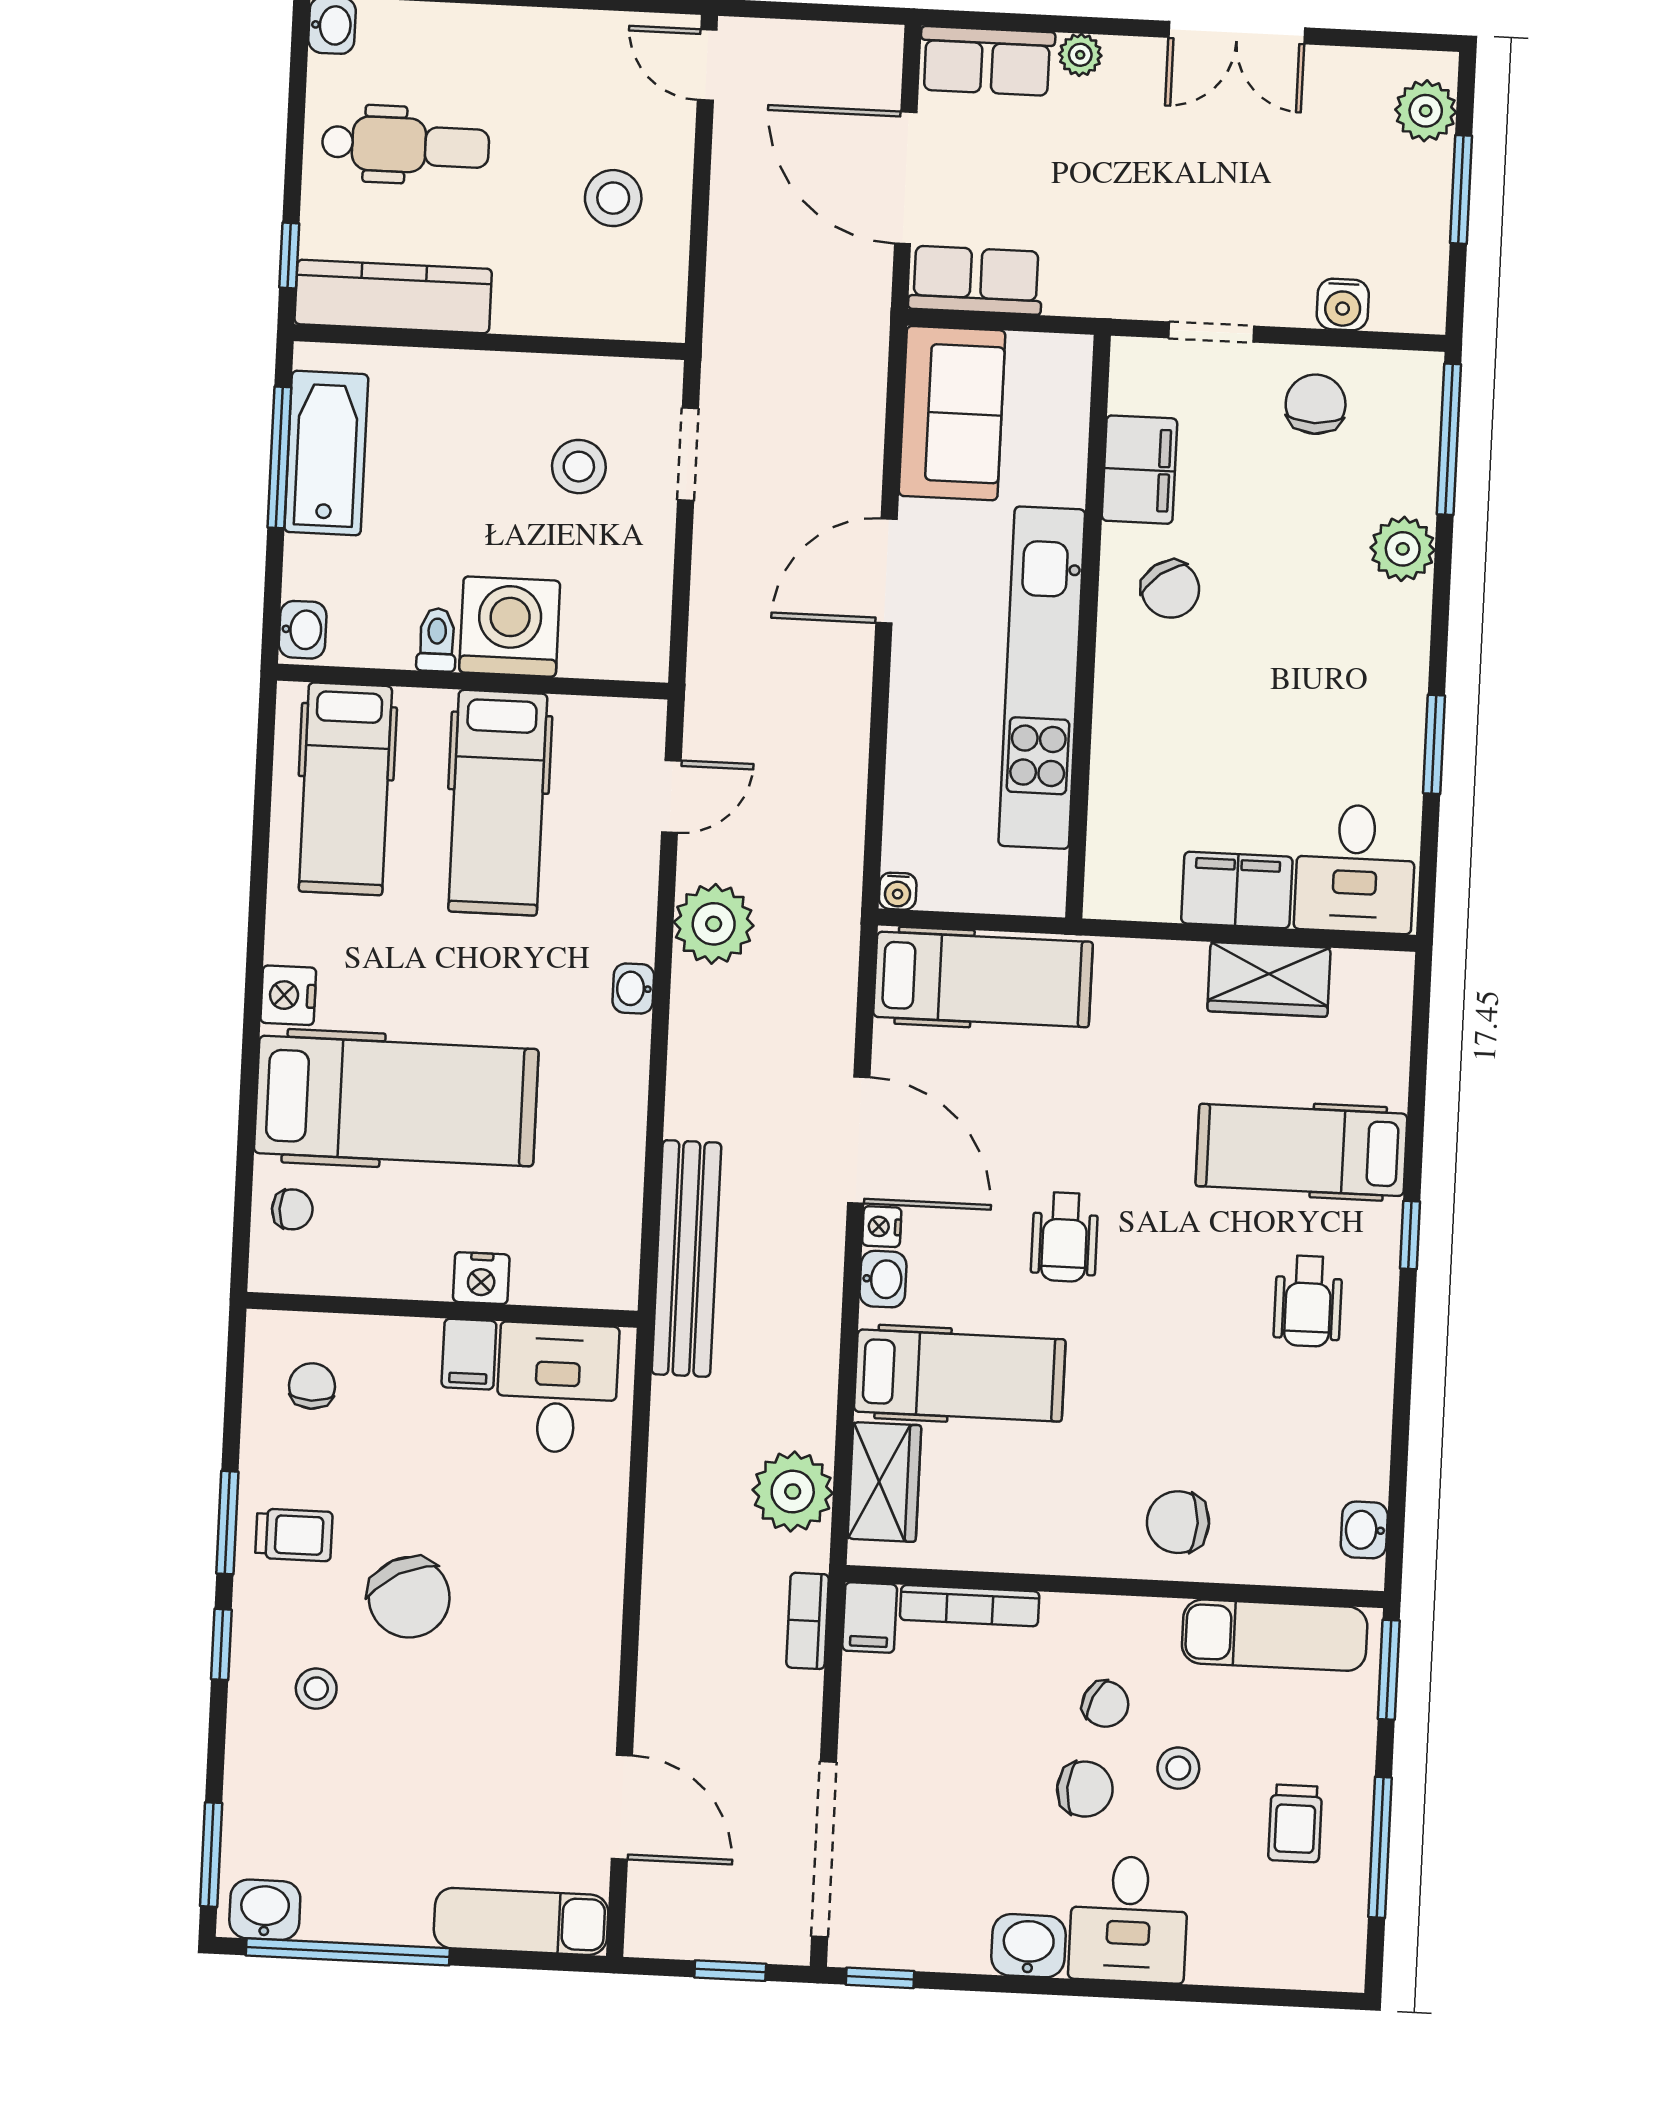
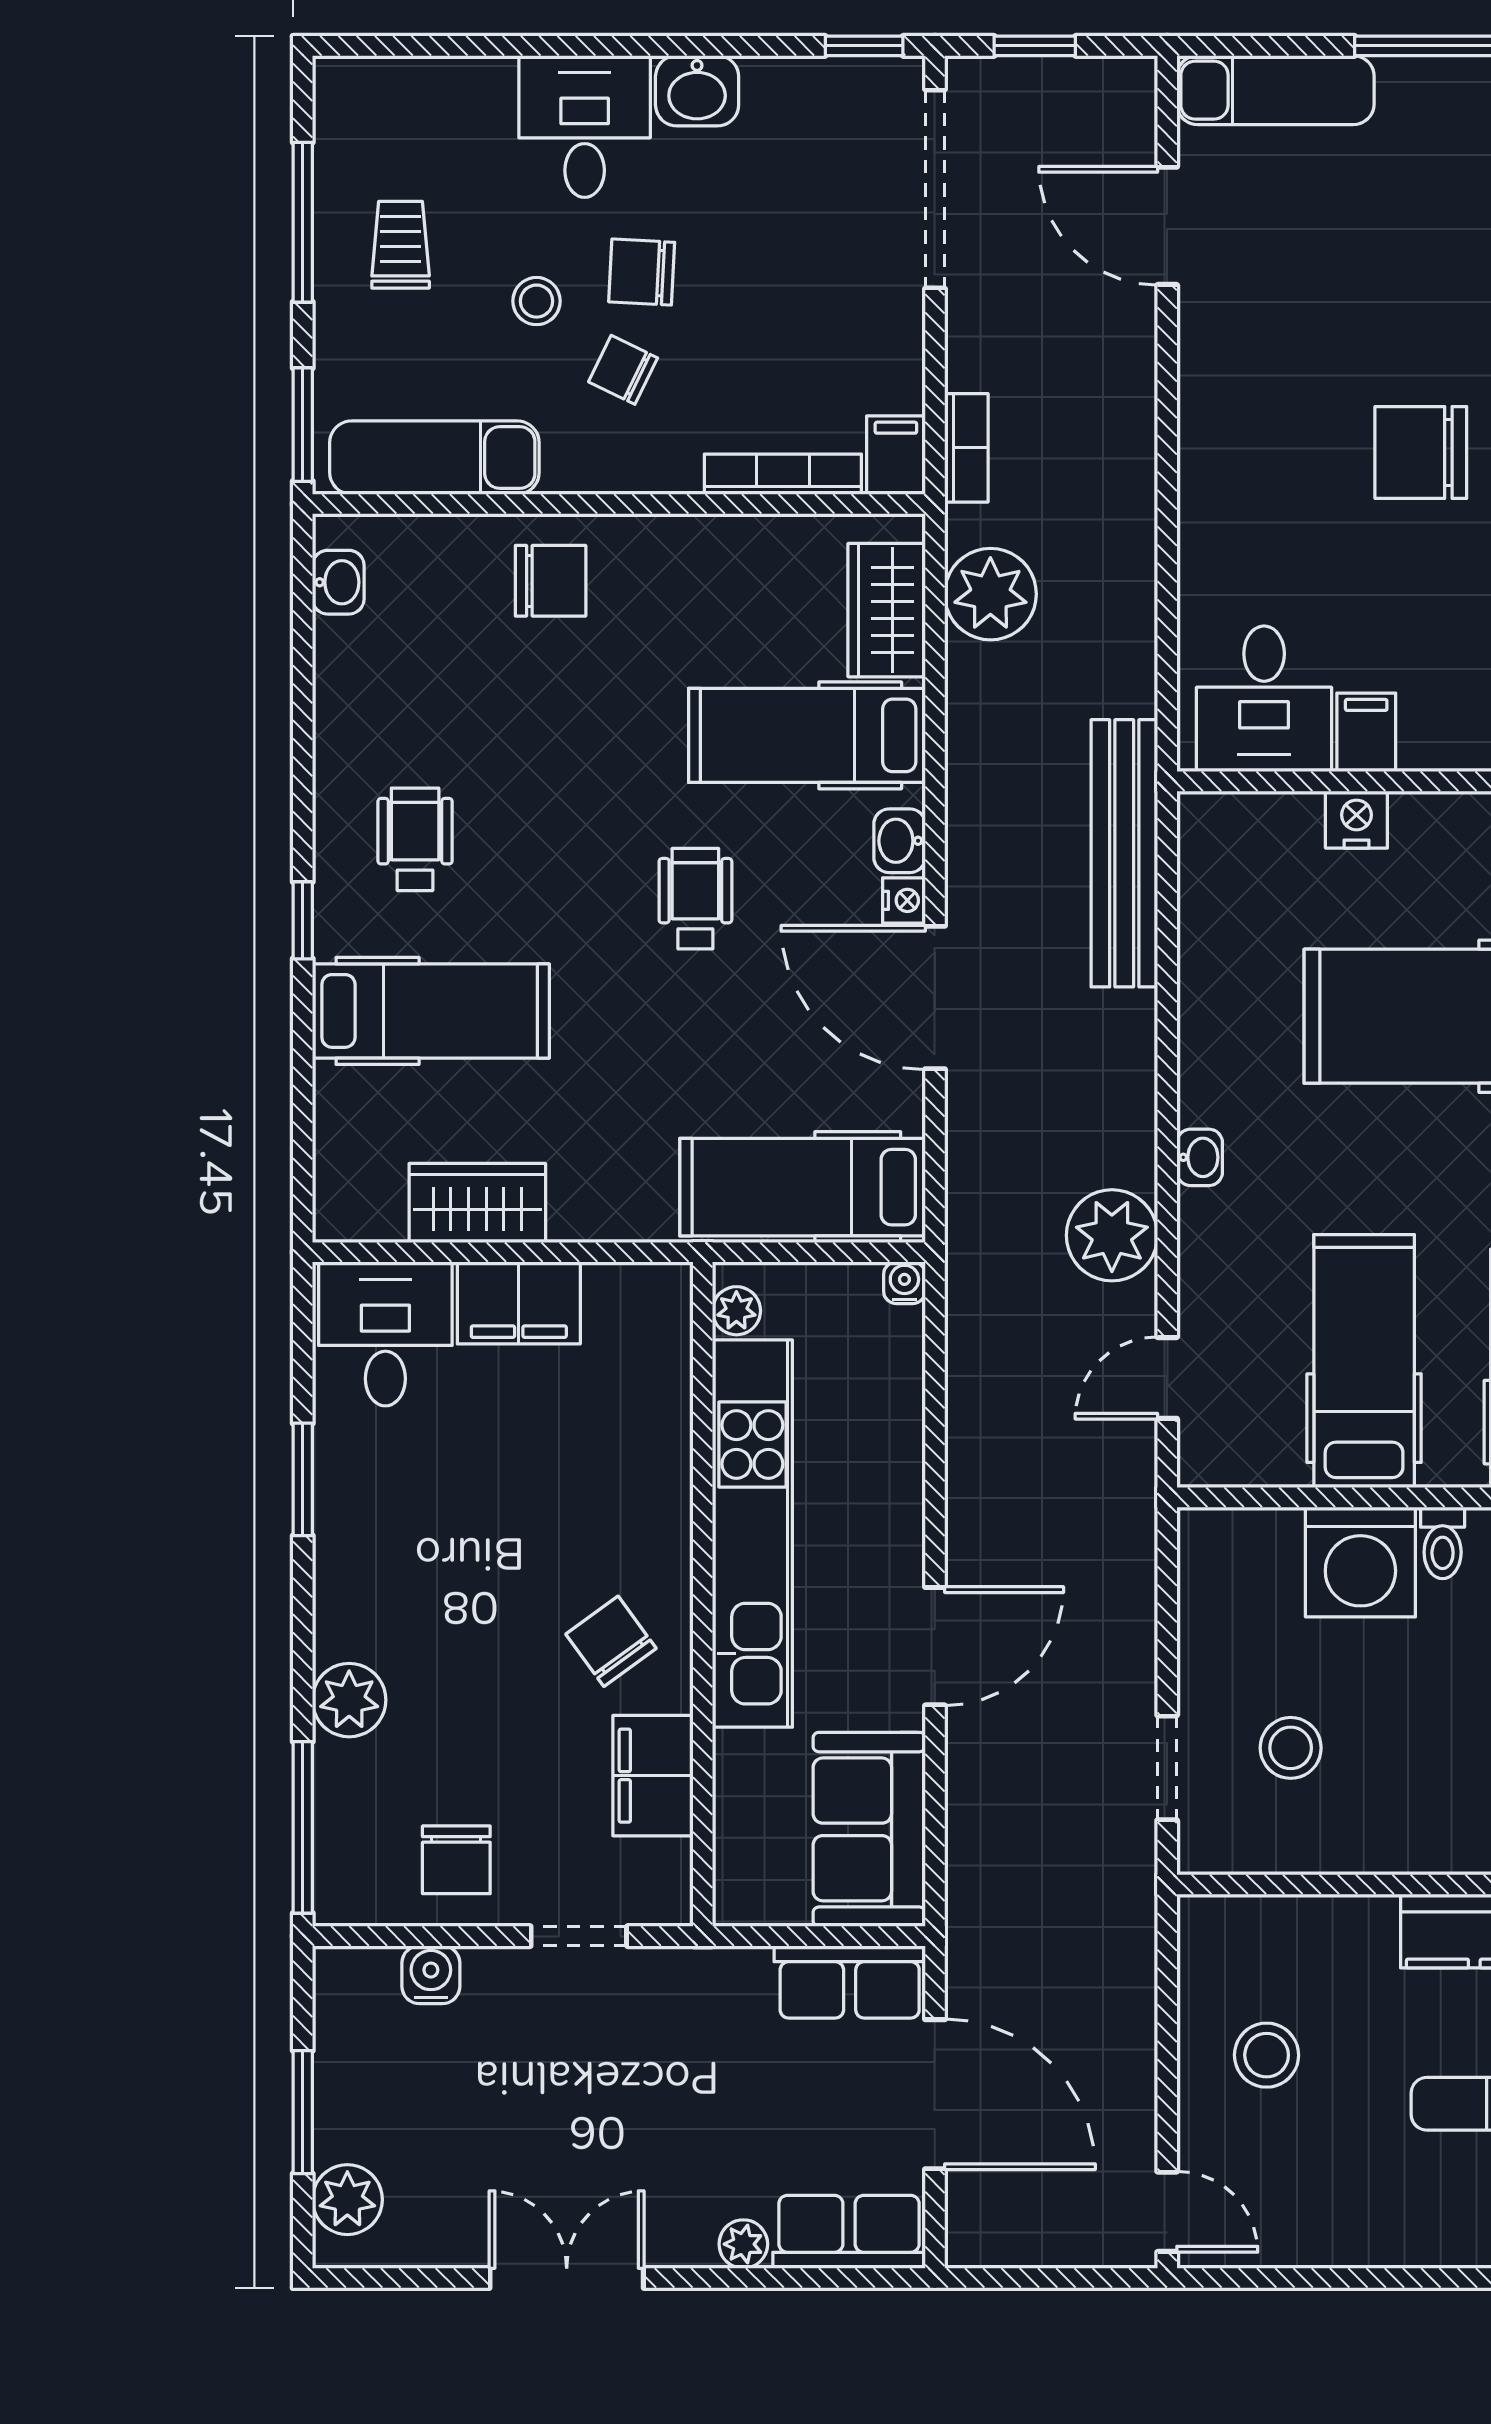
plant: (1046, 874) -> (736, 1311), added
chair: (409, 1597) -> (1421, 453), turned -63

